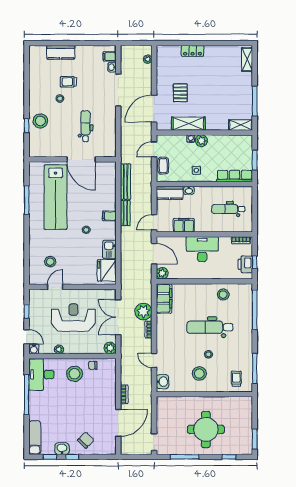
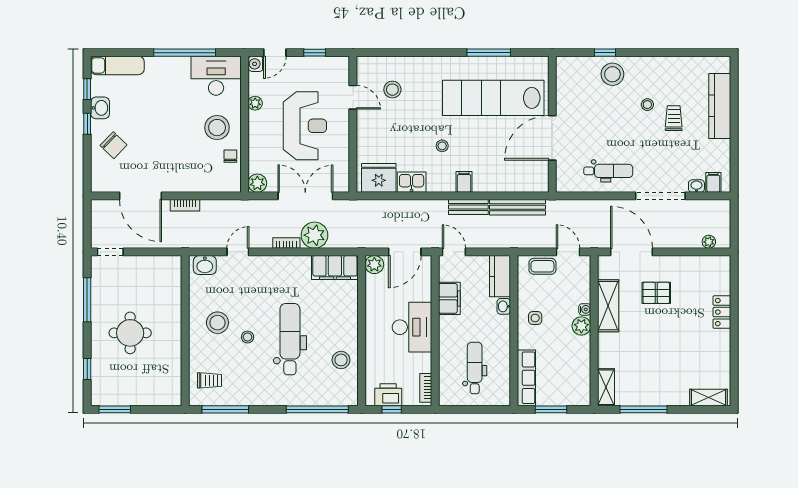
kitchen counter: (61, 52) -> (720, 106), width x1.50
dental chair: (86, 126) -> (608, 171), moved
round table: (206, 429) -> (130, 333), width x0.73, depth x0.73

